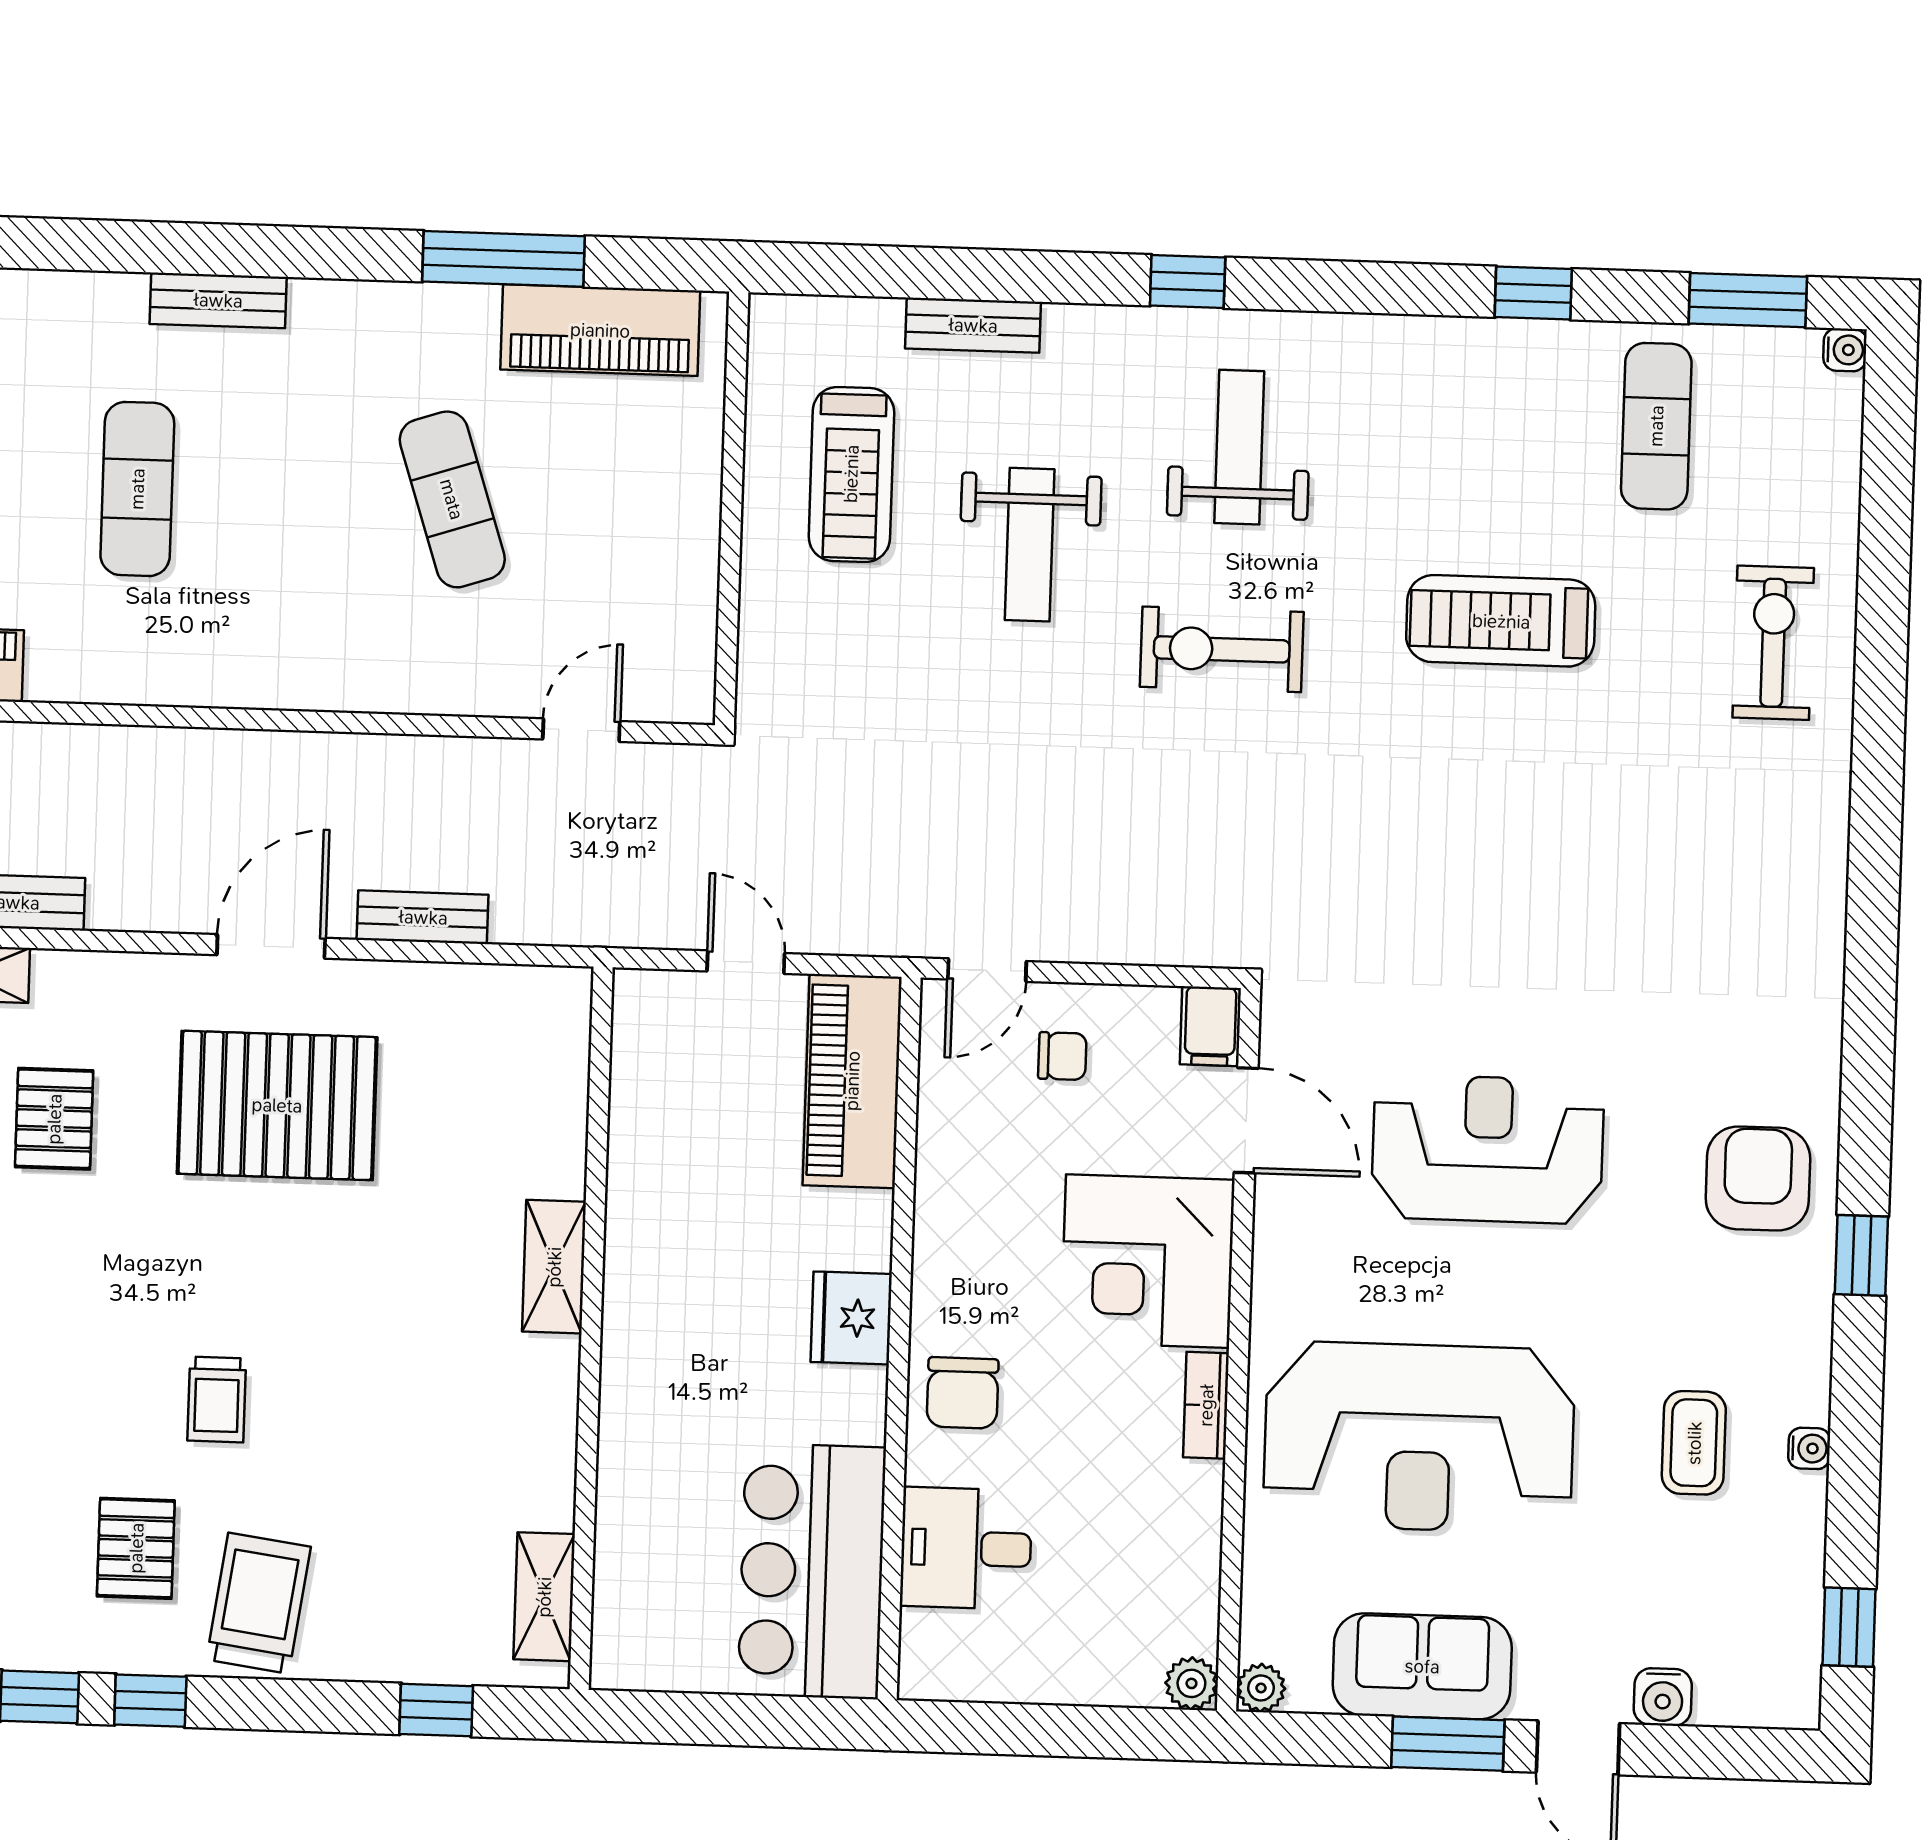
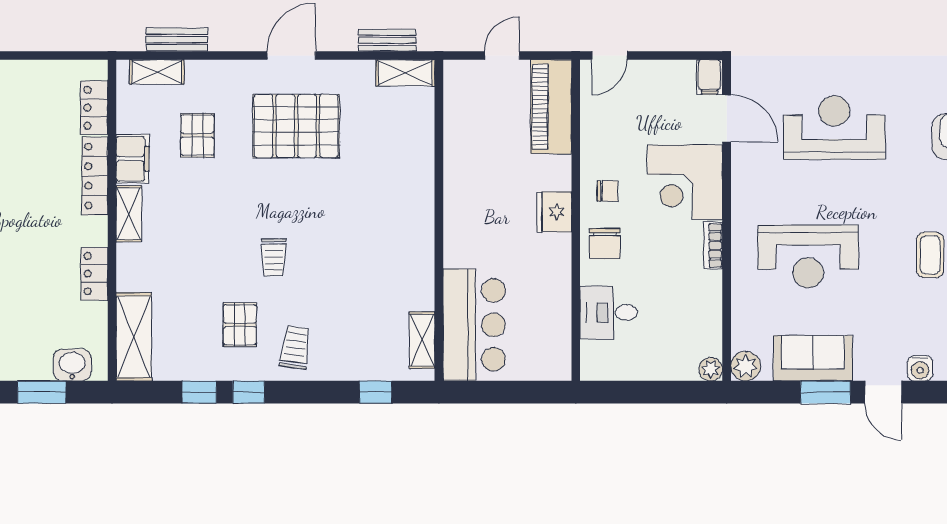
bench: (423, 917) -> (387, 40), moved
door: (746, 962) -> (502, 55), hinge flipped
chair: (1062, 1056) -> (608, 191), moved
shelving: (554, 1267) -> (405, 73), moved, turned 90
reception desk: (1419, 1437) -> (808, 256), width x0.74, depth x0.77
bar counter: (812, 1571) -> (474, 325), moved, turned 180
trolley: (259, 1603) -> (295, 347), width x0.73, depth x0.72
plant: (1261, 1688) -> (746, 366), width x1.38, depth x1.38

